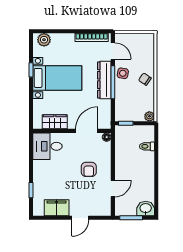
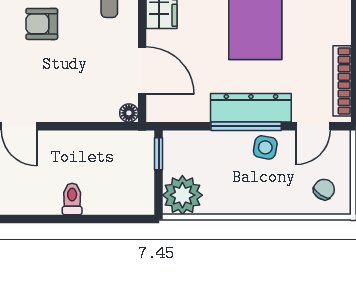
chair: (145, 79) -> (324, 189), moved
plant: (149, 116) -> (182, 195), width x1.88, depth x1.88
toilet: (147, 146) -> (72, 199), moved
armchair: (89, 169) -> (42, 24), moved

